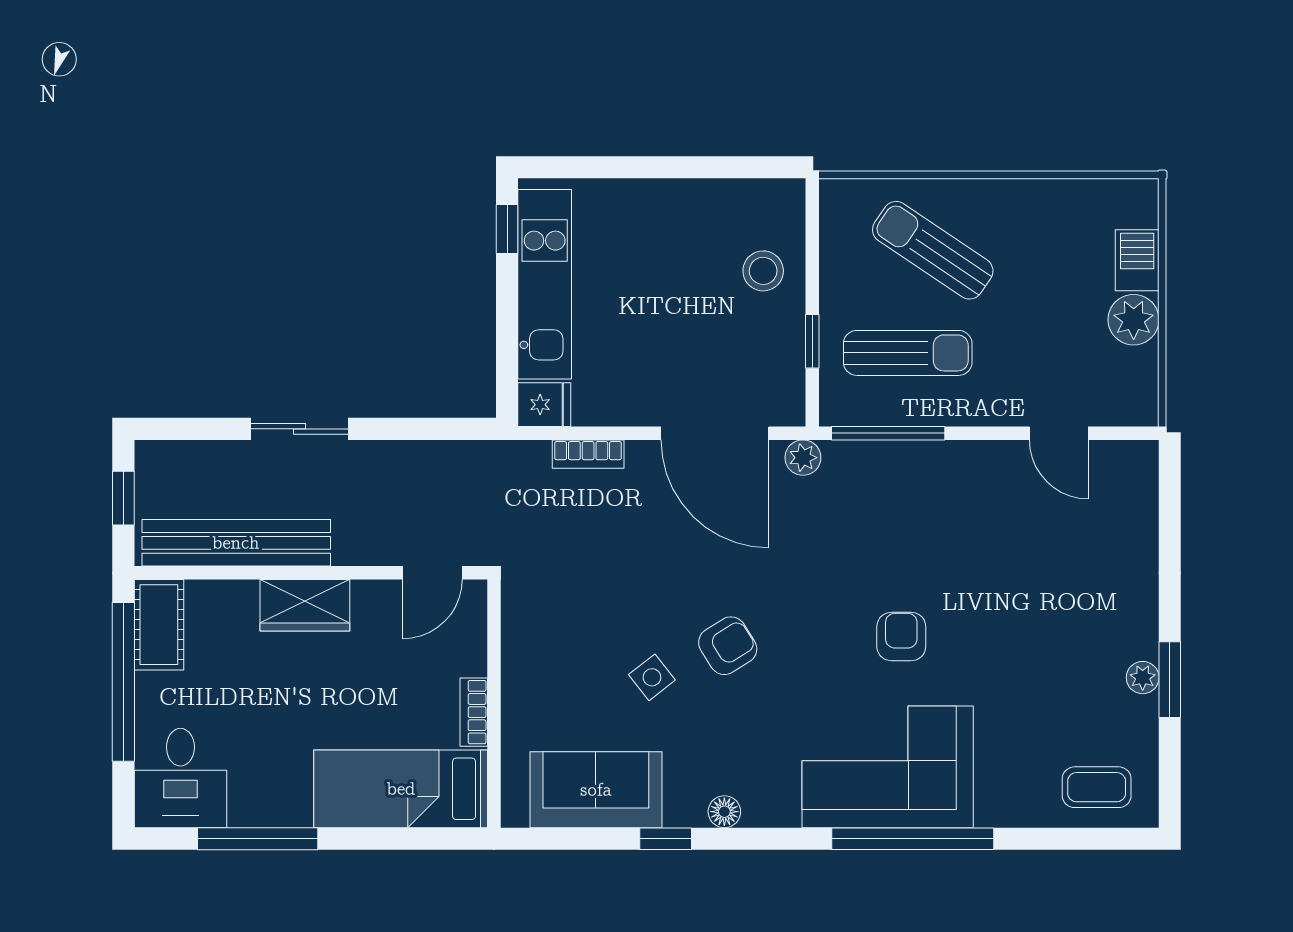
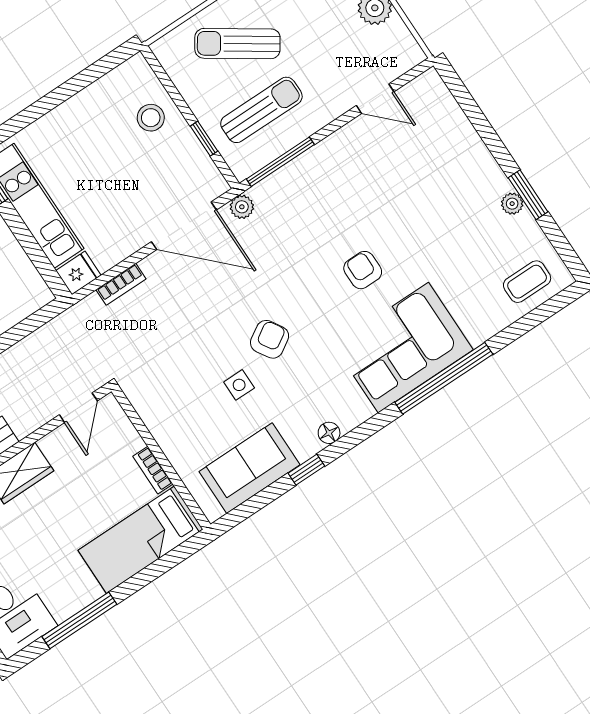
side table: (652, 677) -> (239, 385), turned 38

